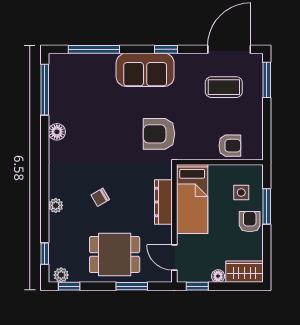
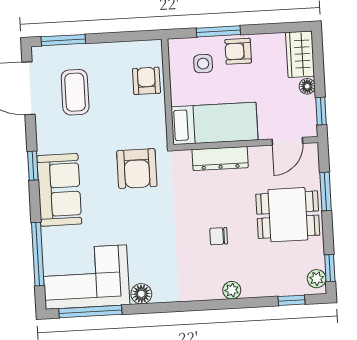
corner sofa: (73, 88) -> (86, 277), added
chair: (100, 197) -> (219, 236), turned 120
dining table: (115, 254) -> (288, 215), turned 90

